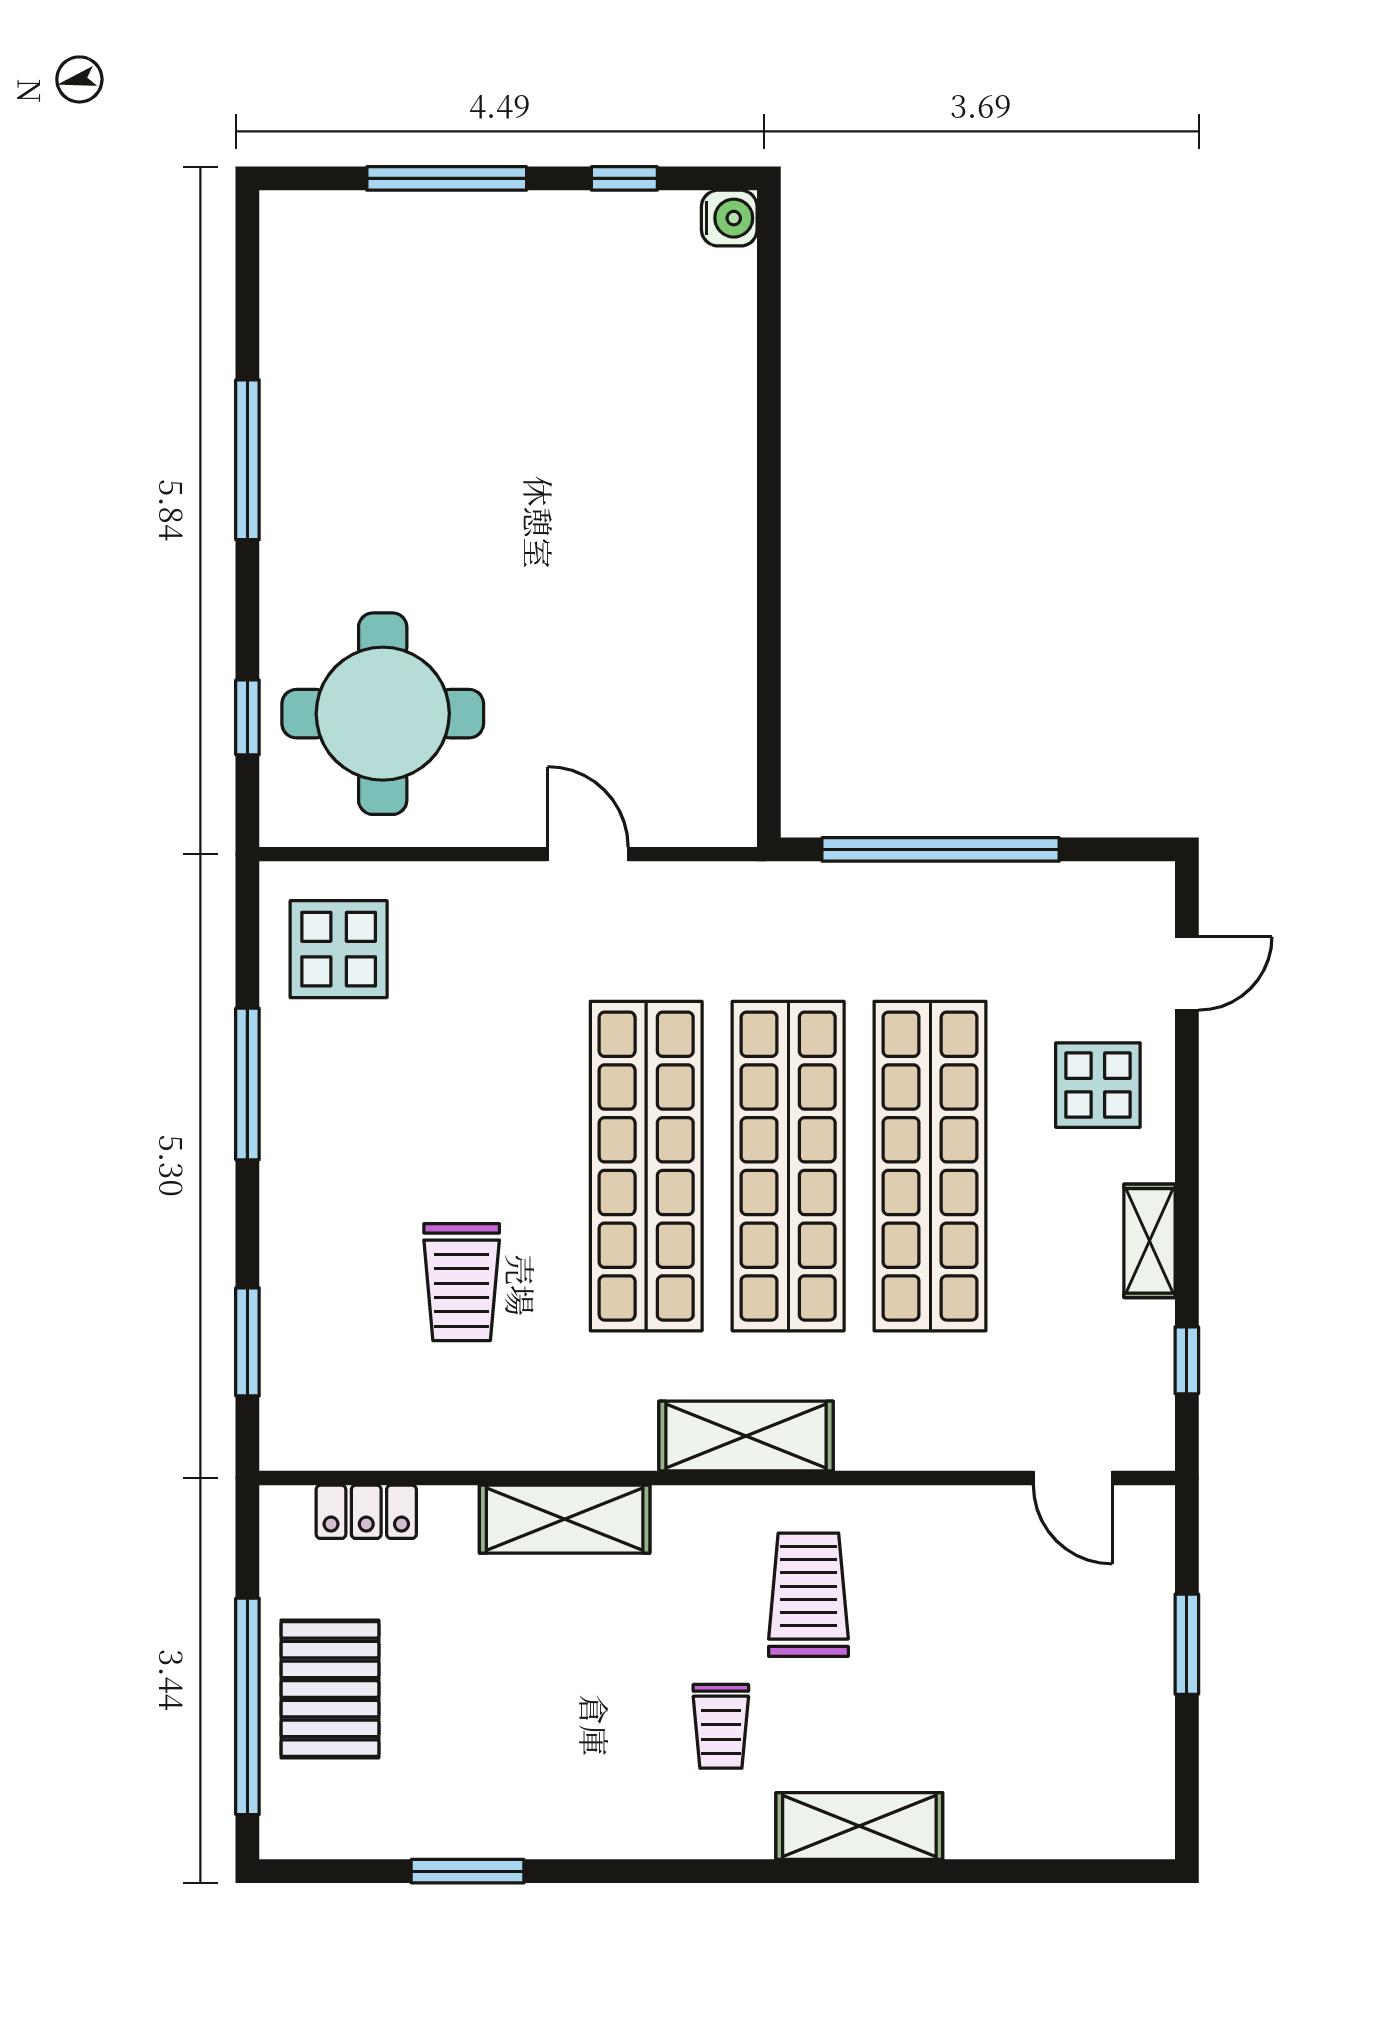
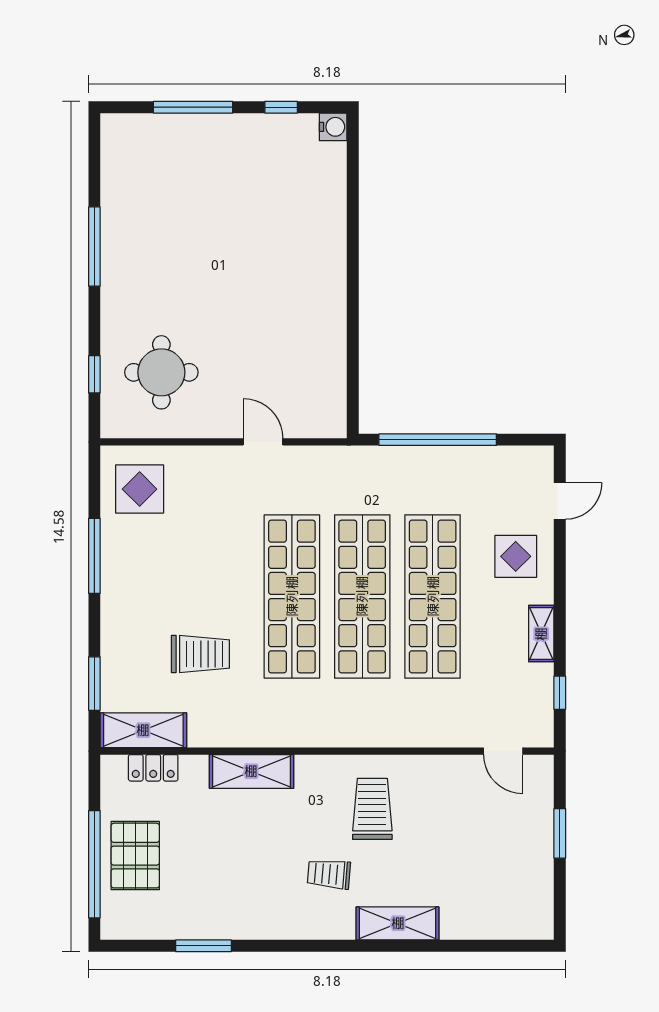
round table: (383, 714) -> (161, 372), width x0.73, depth x0.73
trolley: (462, 1282) -> (200, 654), turned -90
shelving: (746, 1436) -> (143, 730), moved
trolley: (721, 1726) -> (329, 874), turned 95

